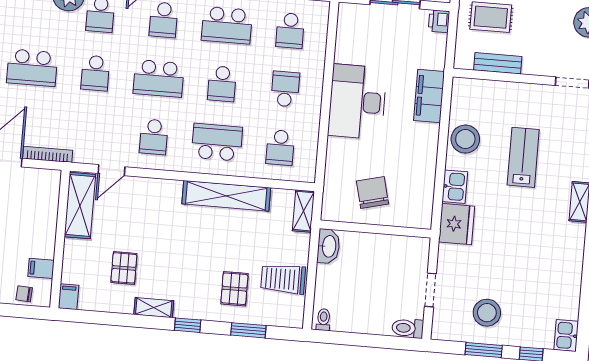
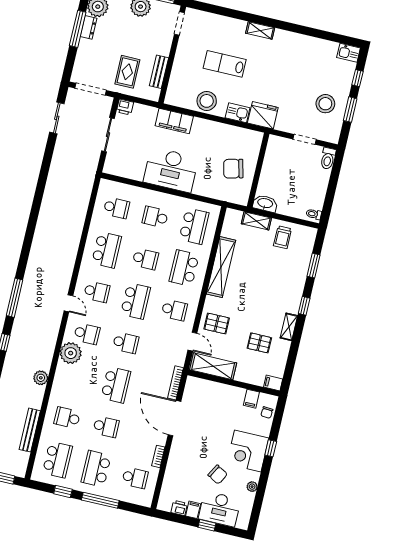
school desk: (280, 148) -> (194, 226), width x1.85
shelving: (303, 211) -> (256, 221), moved
trolley: (283, 279) -> (283, 237), width x0.73, depth x0.72
pallet: (234, 289) -> (217, 324), moved

